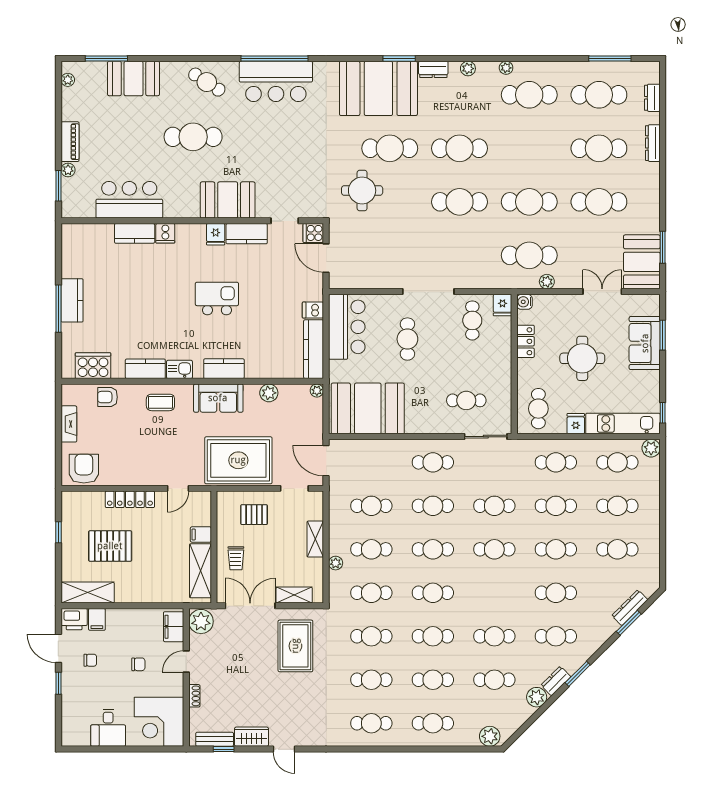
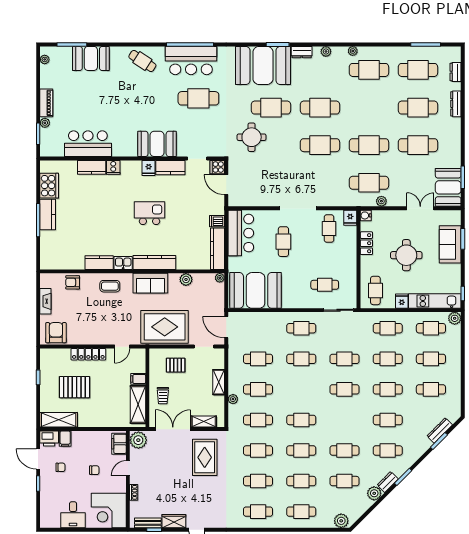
cafe table: (193, 137) -> (198, 98), moved
cooker: (93, 366) -> (49, 186), moved, turned 90
kitchen counter: (224, 369) -> (154, 262), width x1.50
cafe table: (433, 549) -> (301, 389), removed

